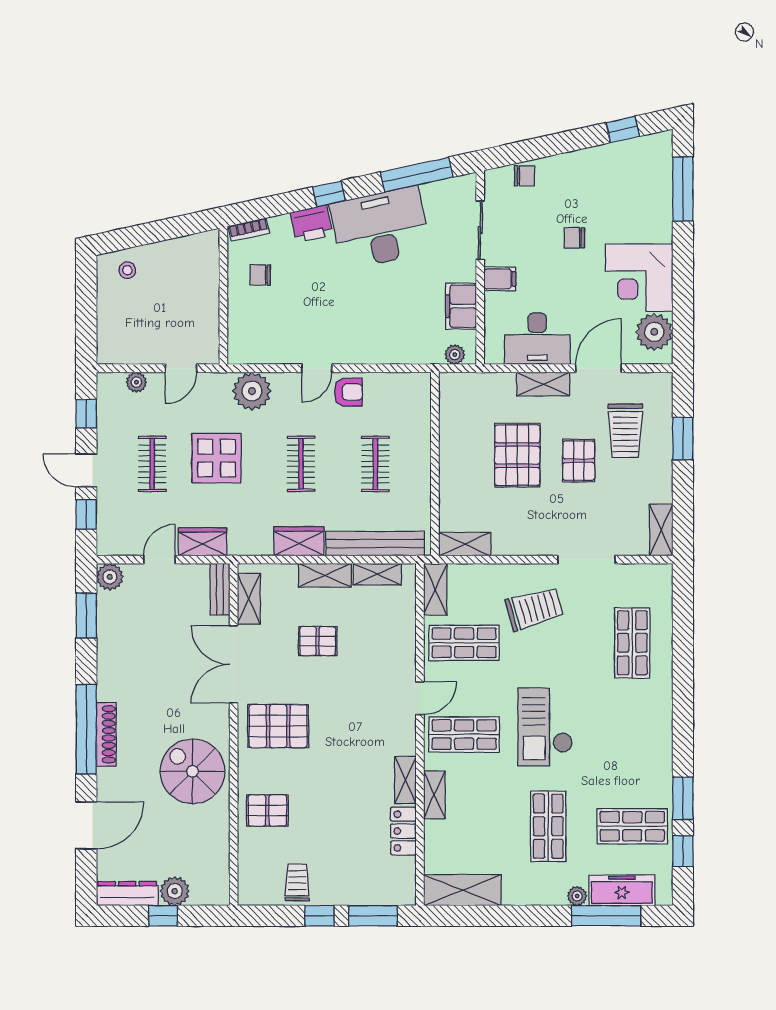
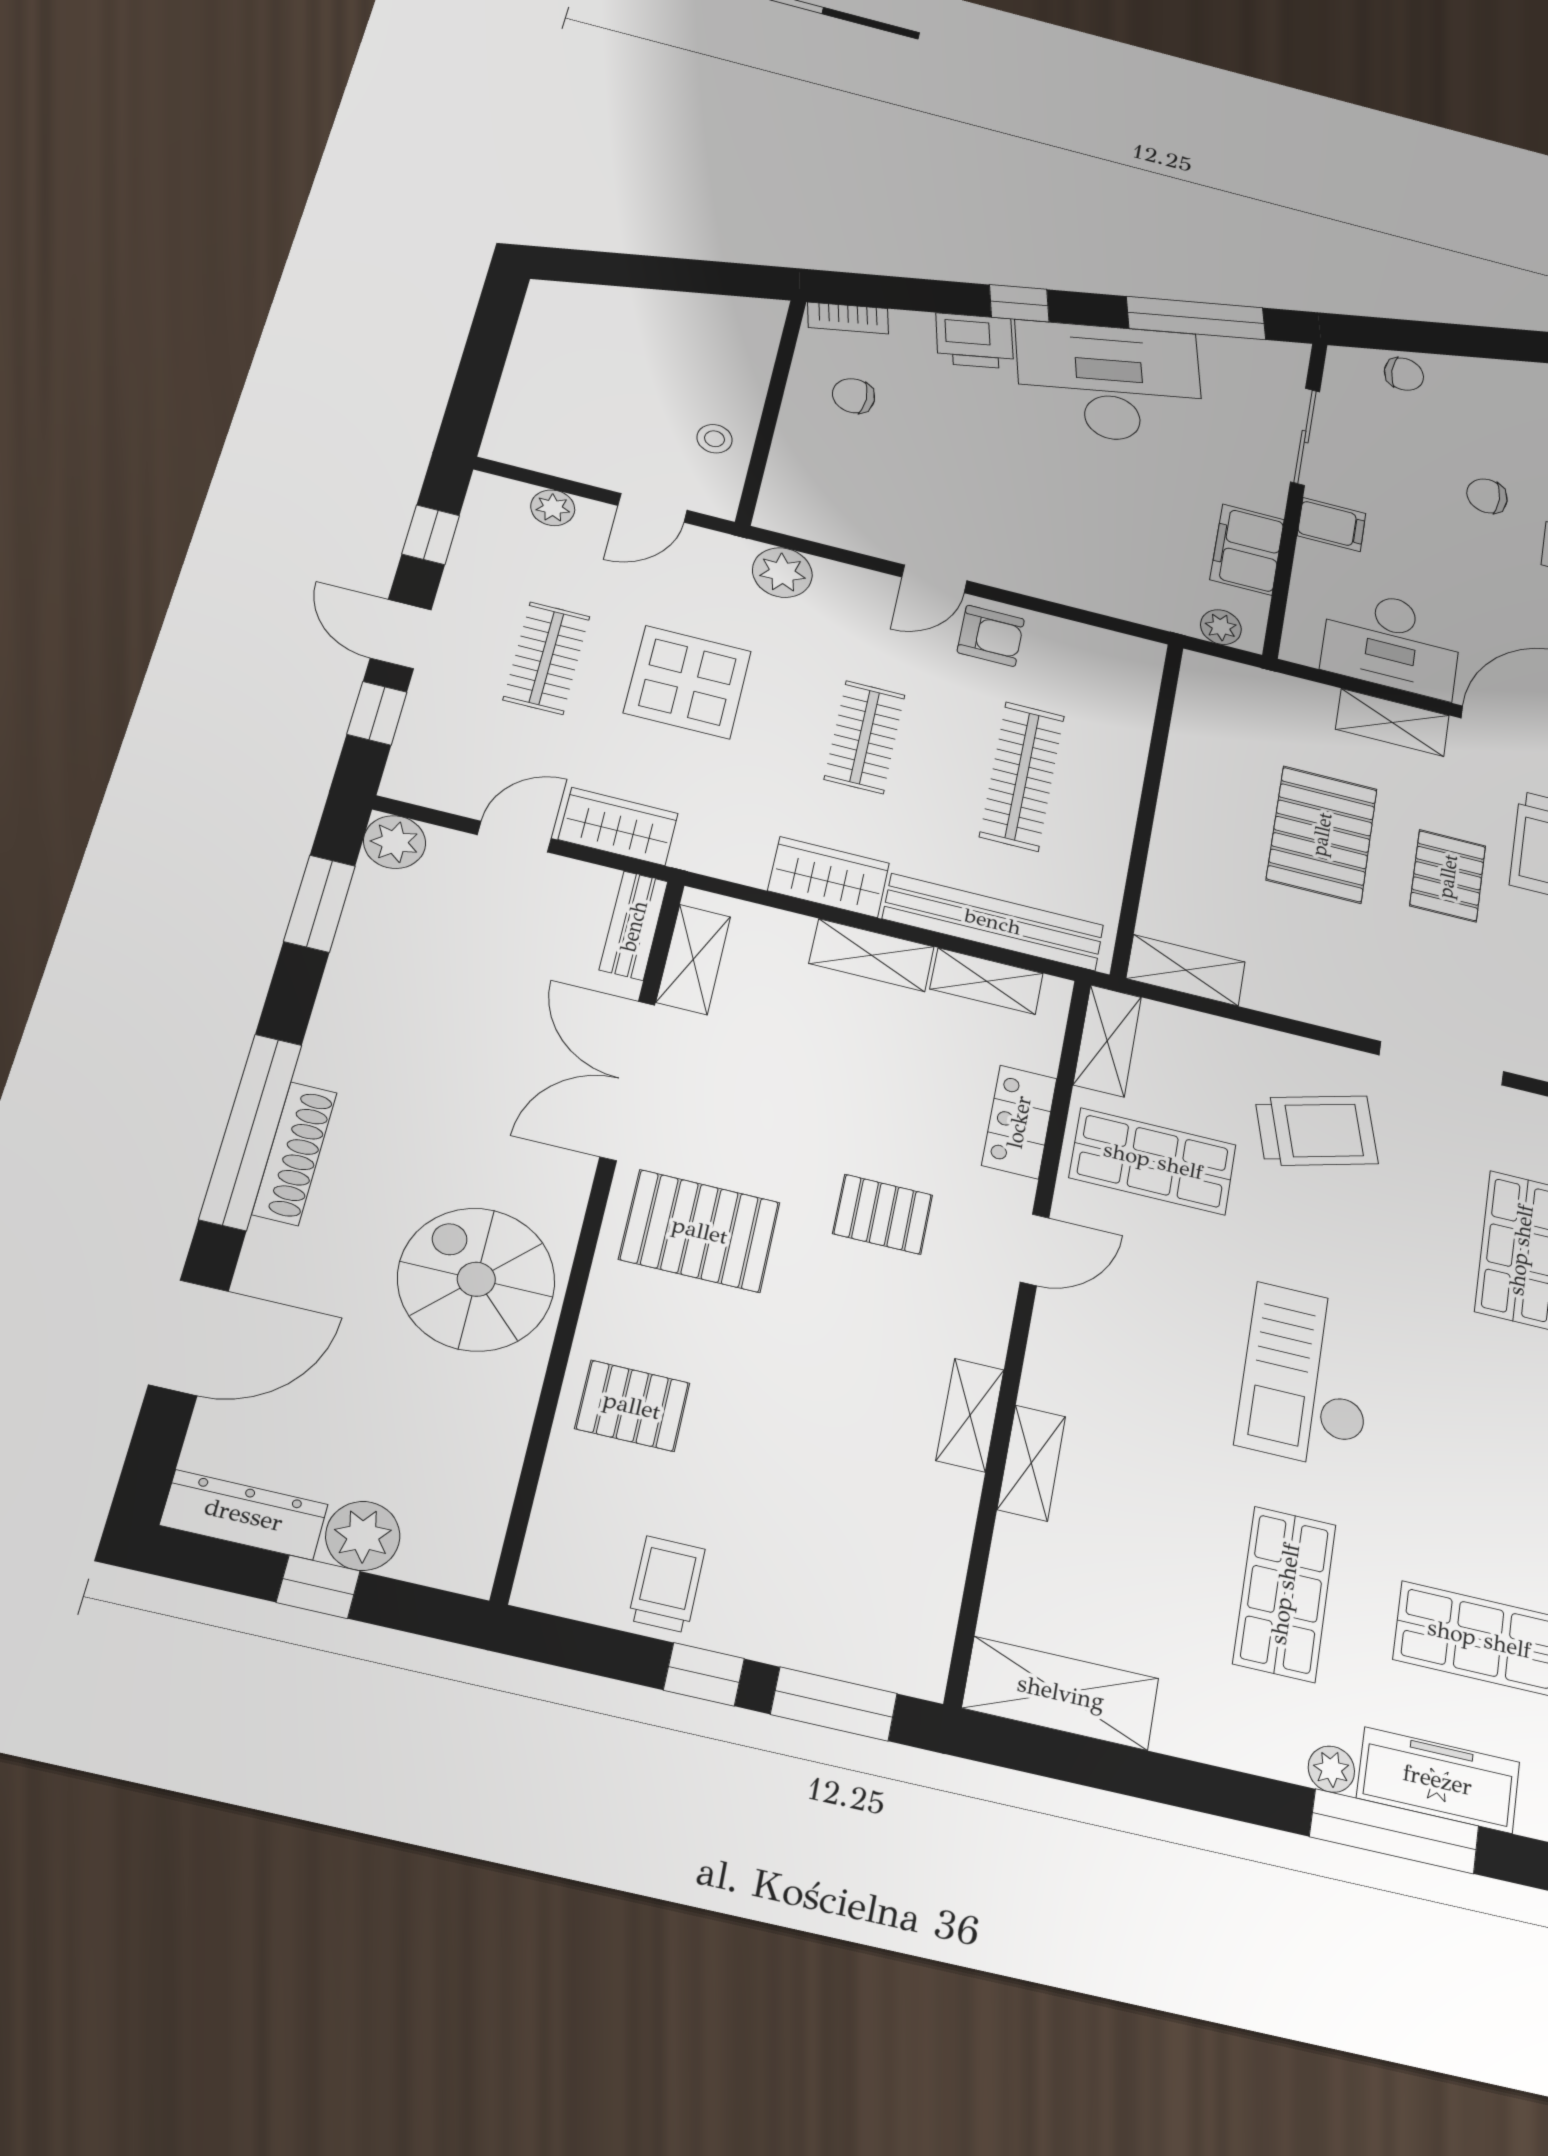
stool: (127, 270) -> (714, 439), moved
plant: (252, 391) -> (782, 573), width x0.73, depth x0.73
clothes rail: (375, 464) -> (1022, 776), width x1.36
pallet: (318, 641) -> (883, 1214), moved
shop shelf: (464, 735) -> (1122, 1349), removed
locker: (403, 831) -> (1019, 1122), moved

